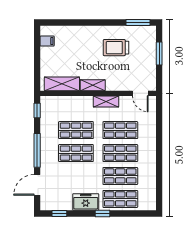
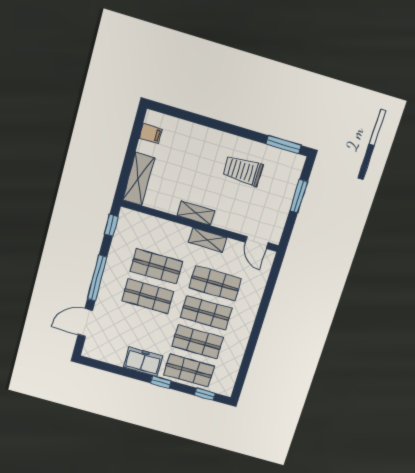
shelving: (62, 84) -> (139, 179), moved, turned 90
window: (59, 213) -> (205, 394), moved

